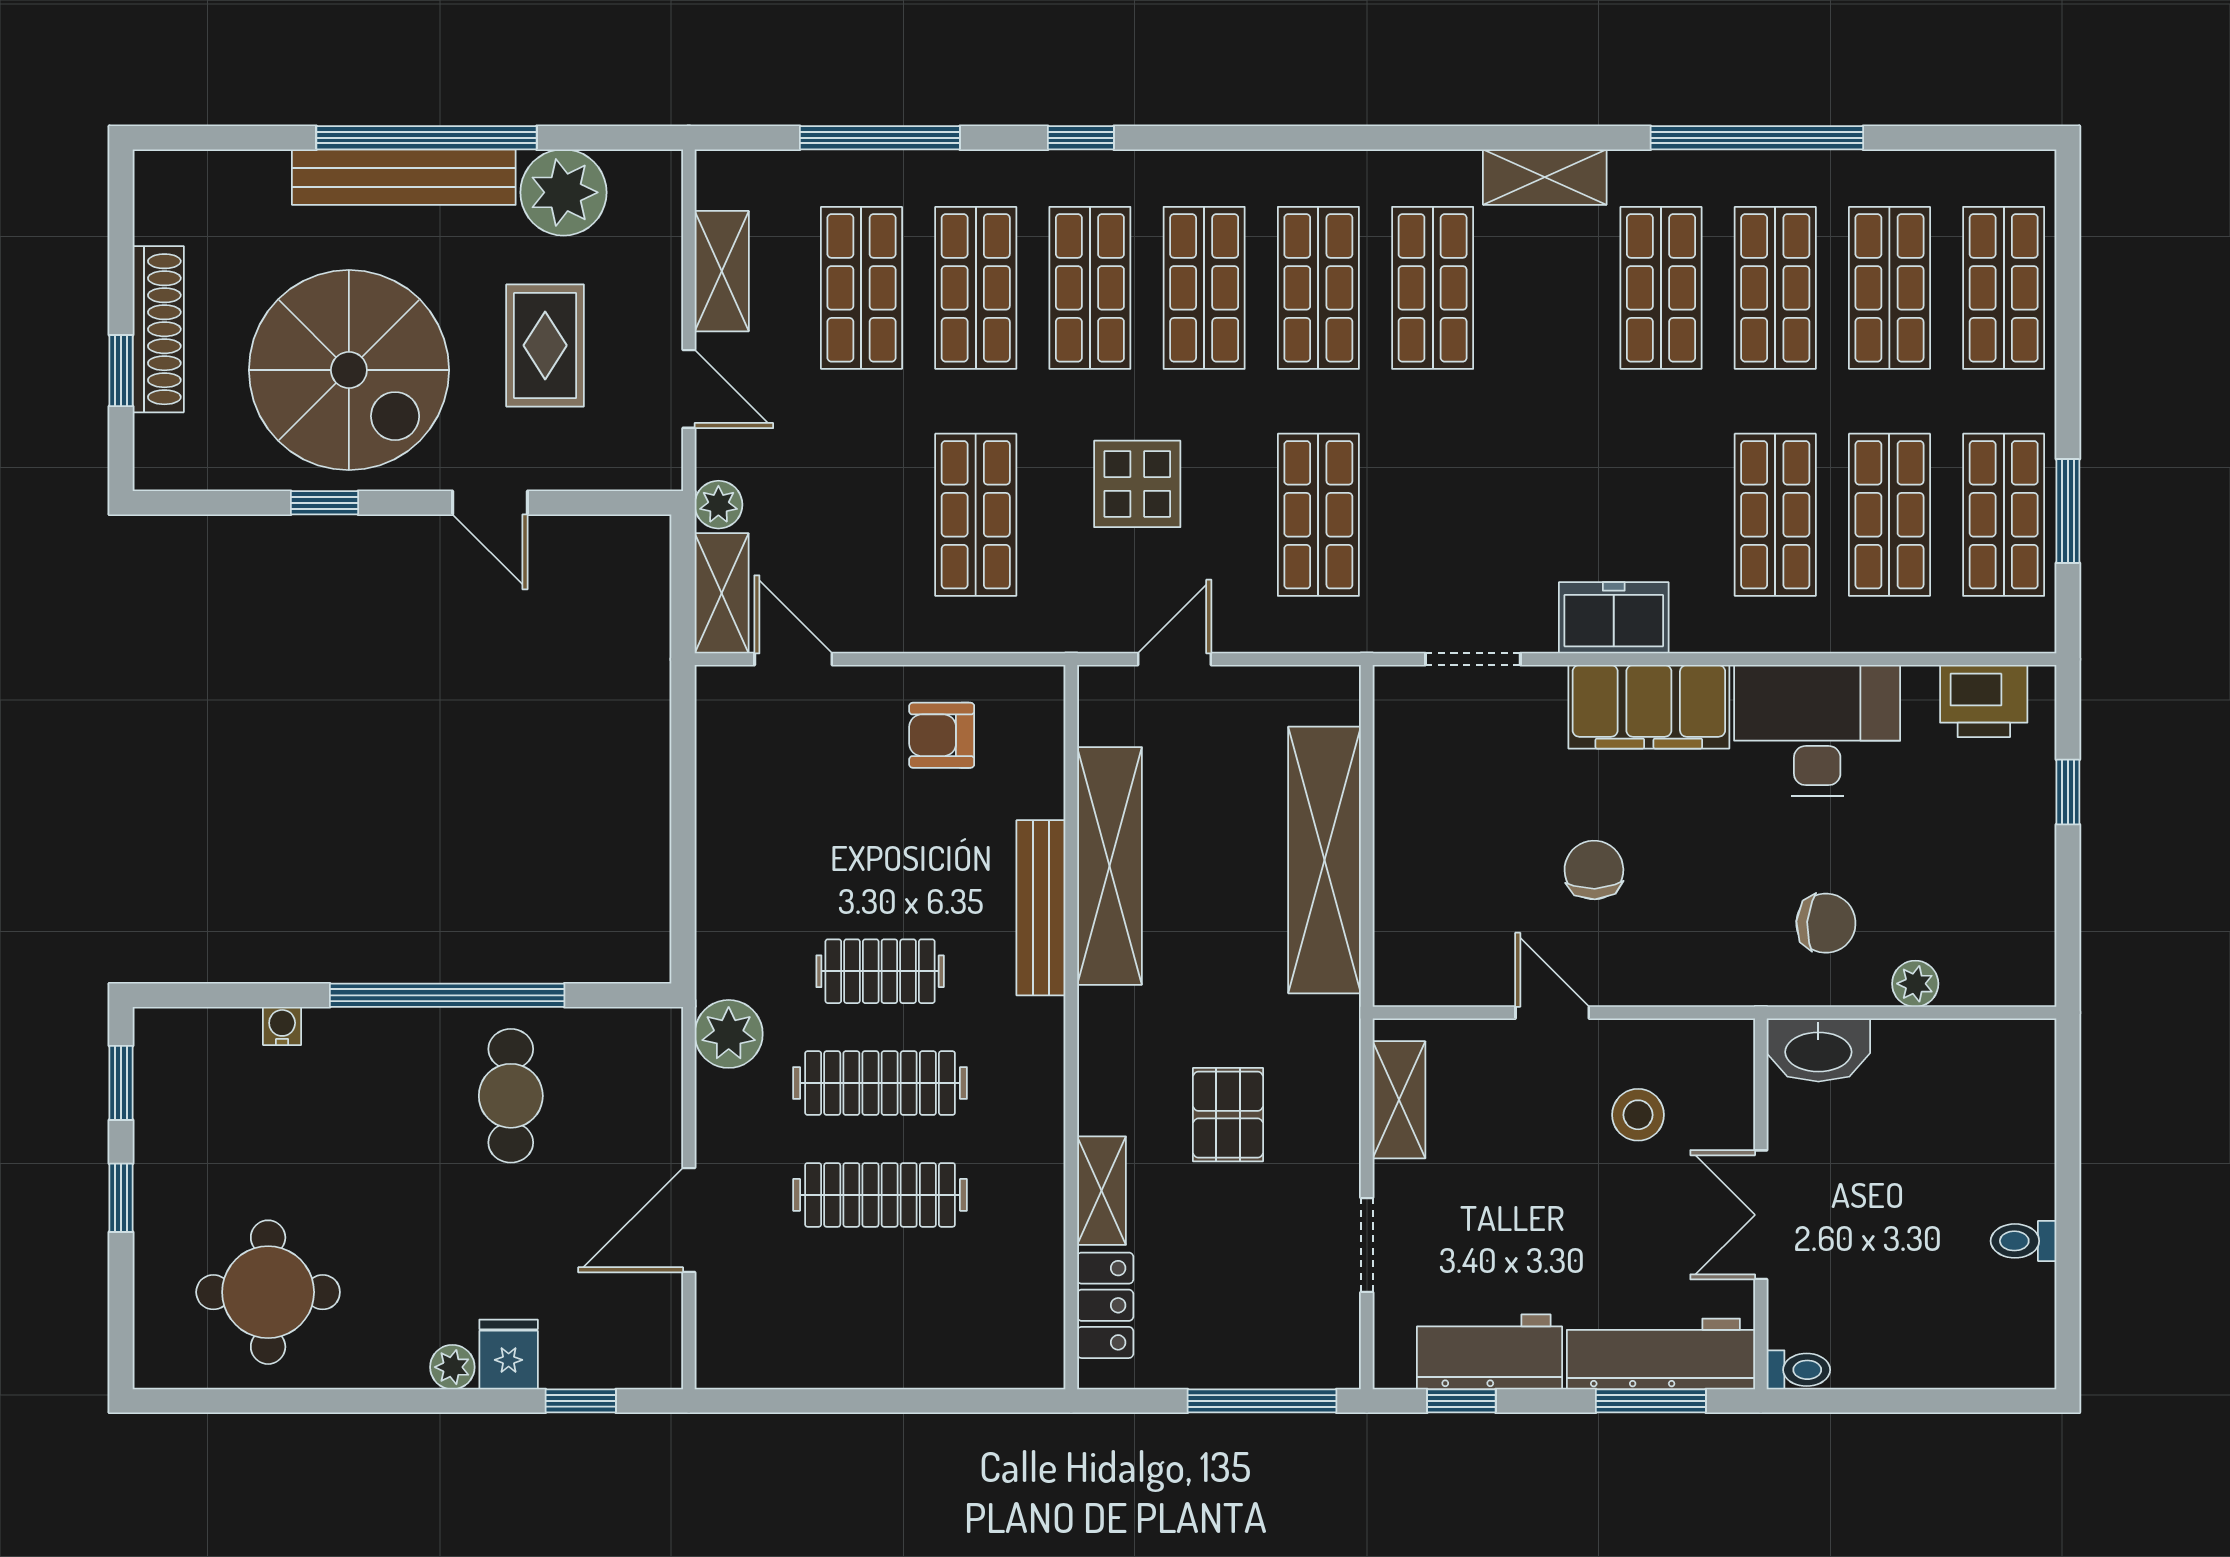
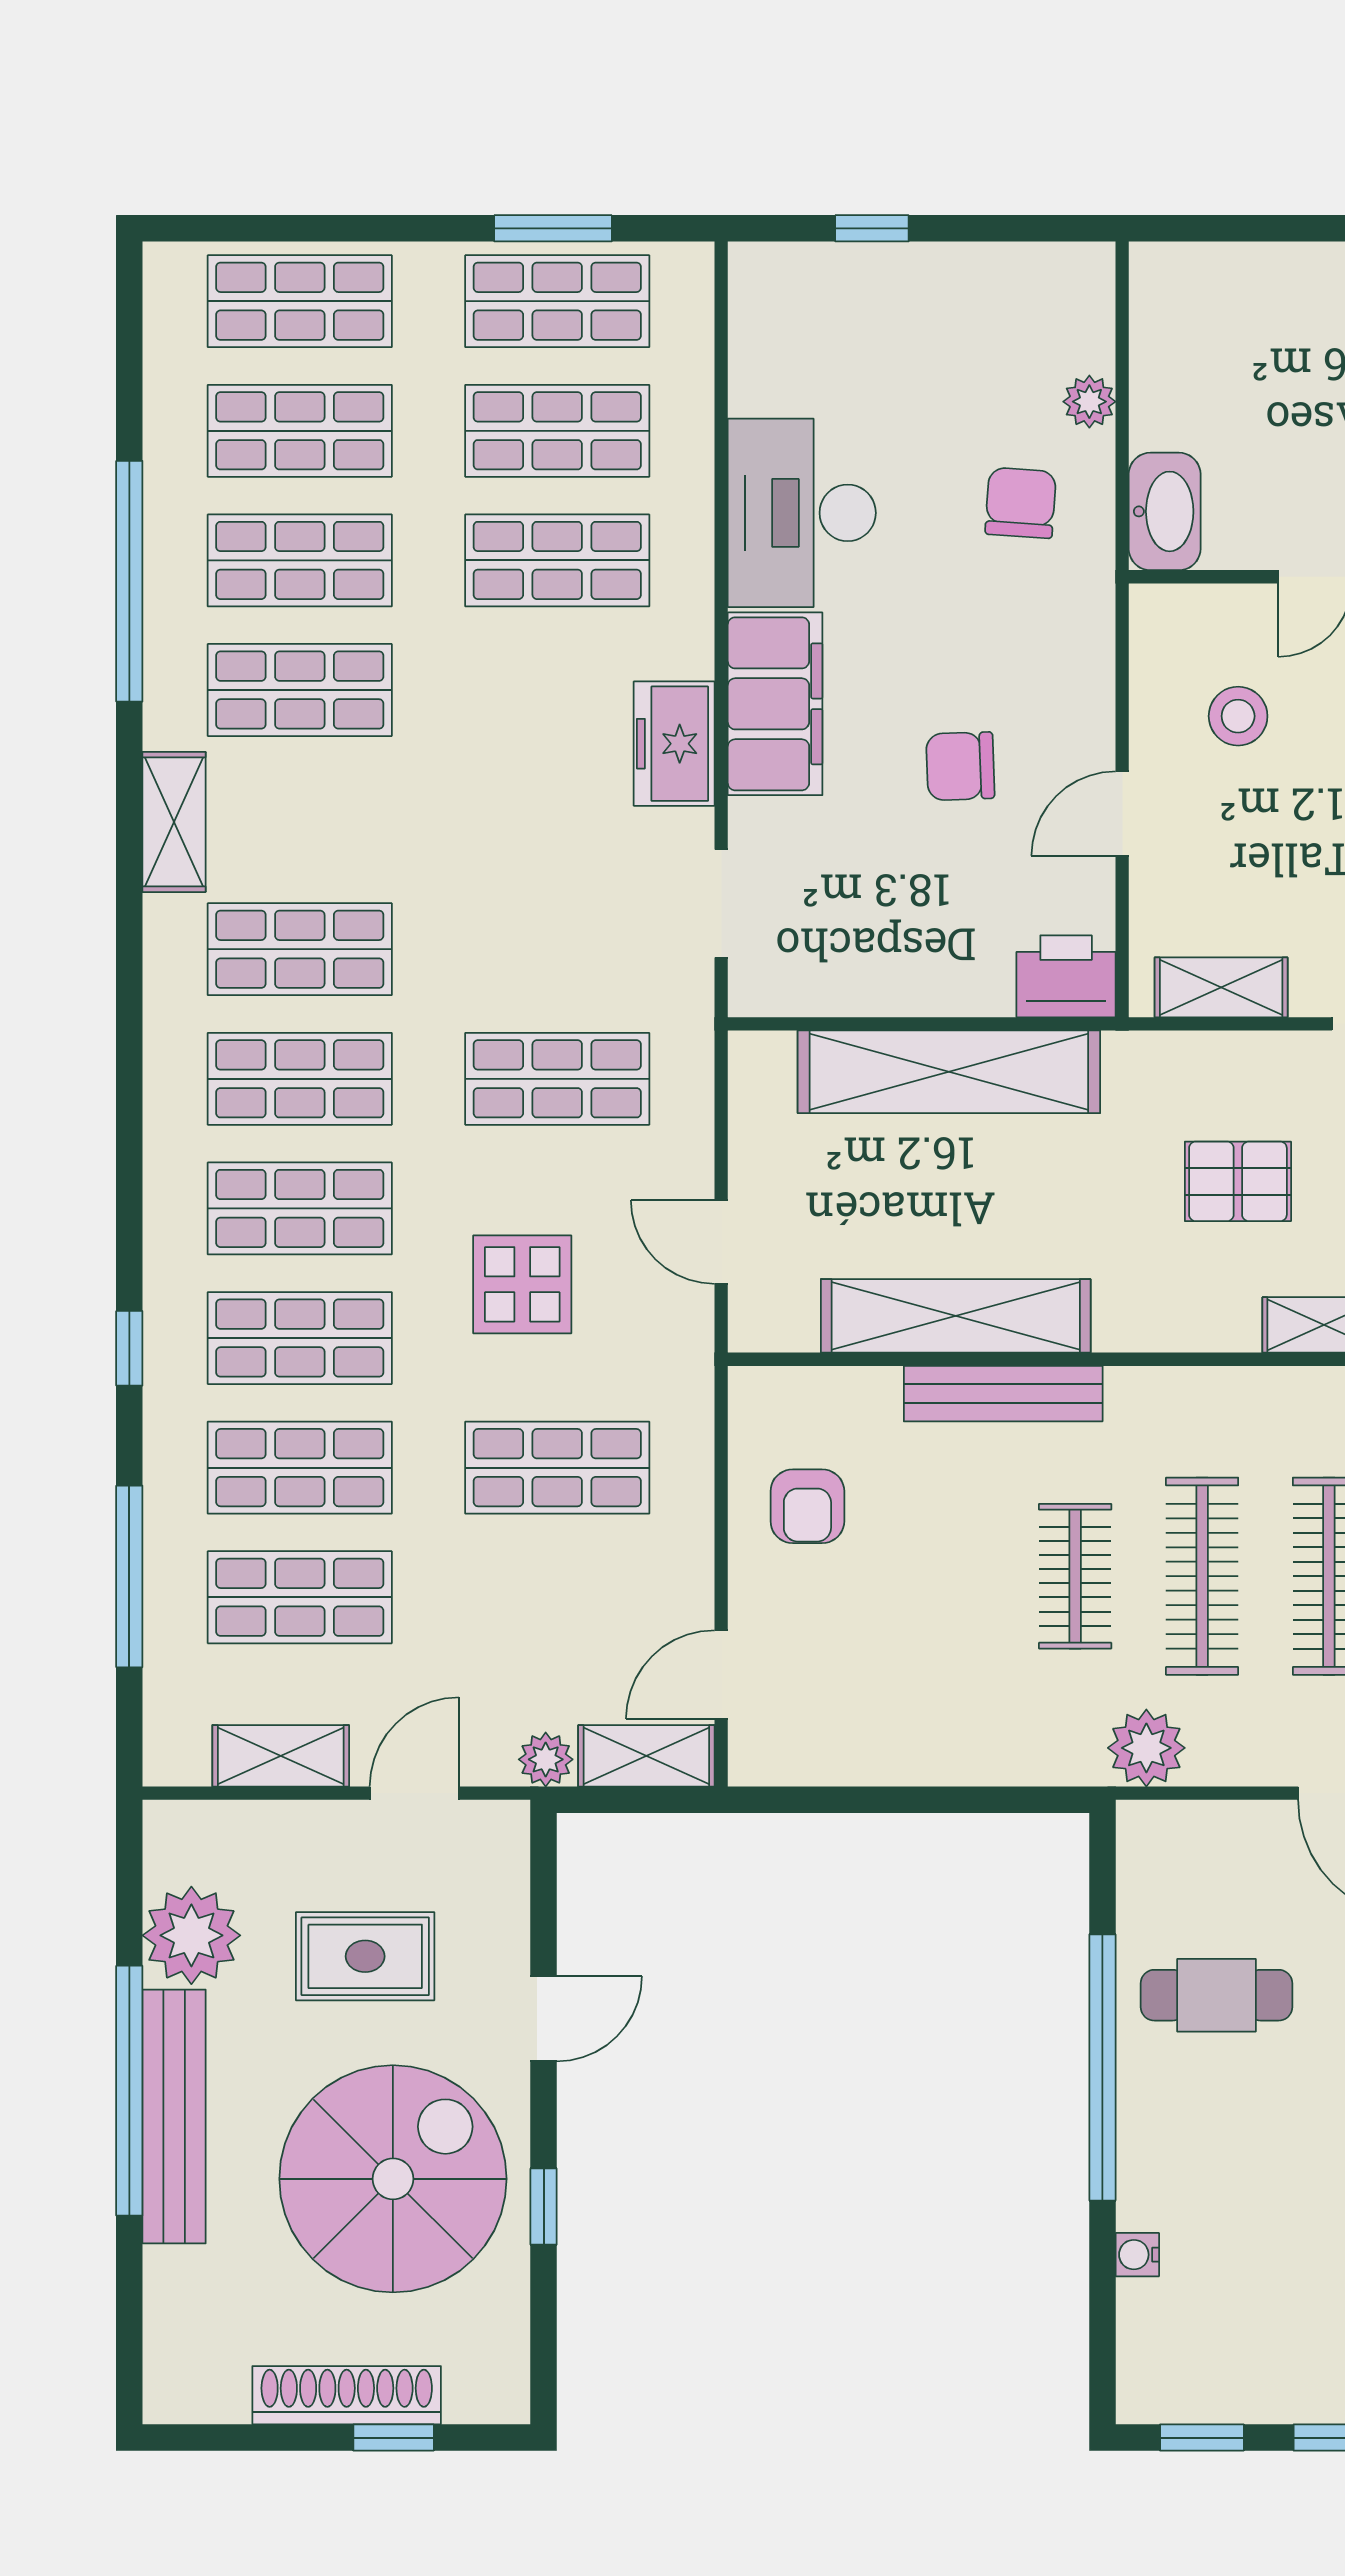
printer: (1984, 701) -> (1066, 976), moved, turned -90

